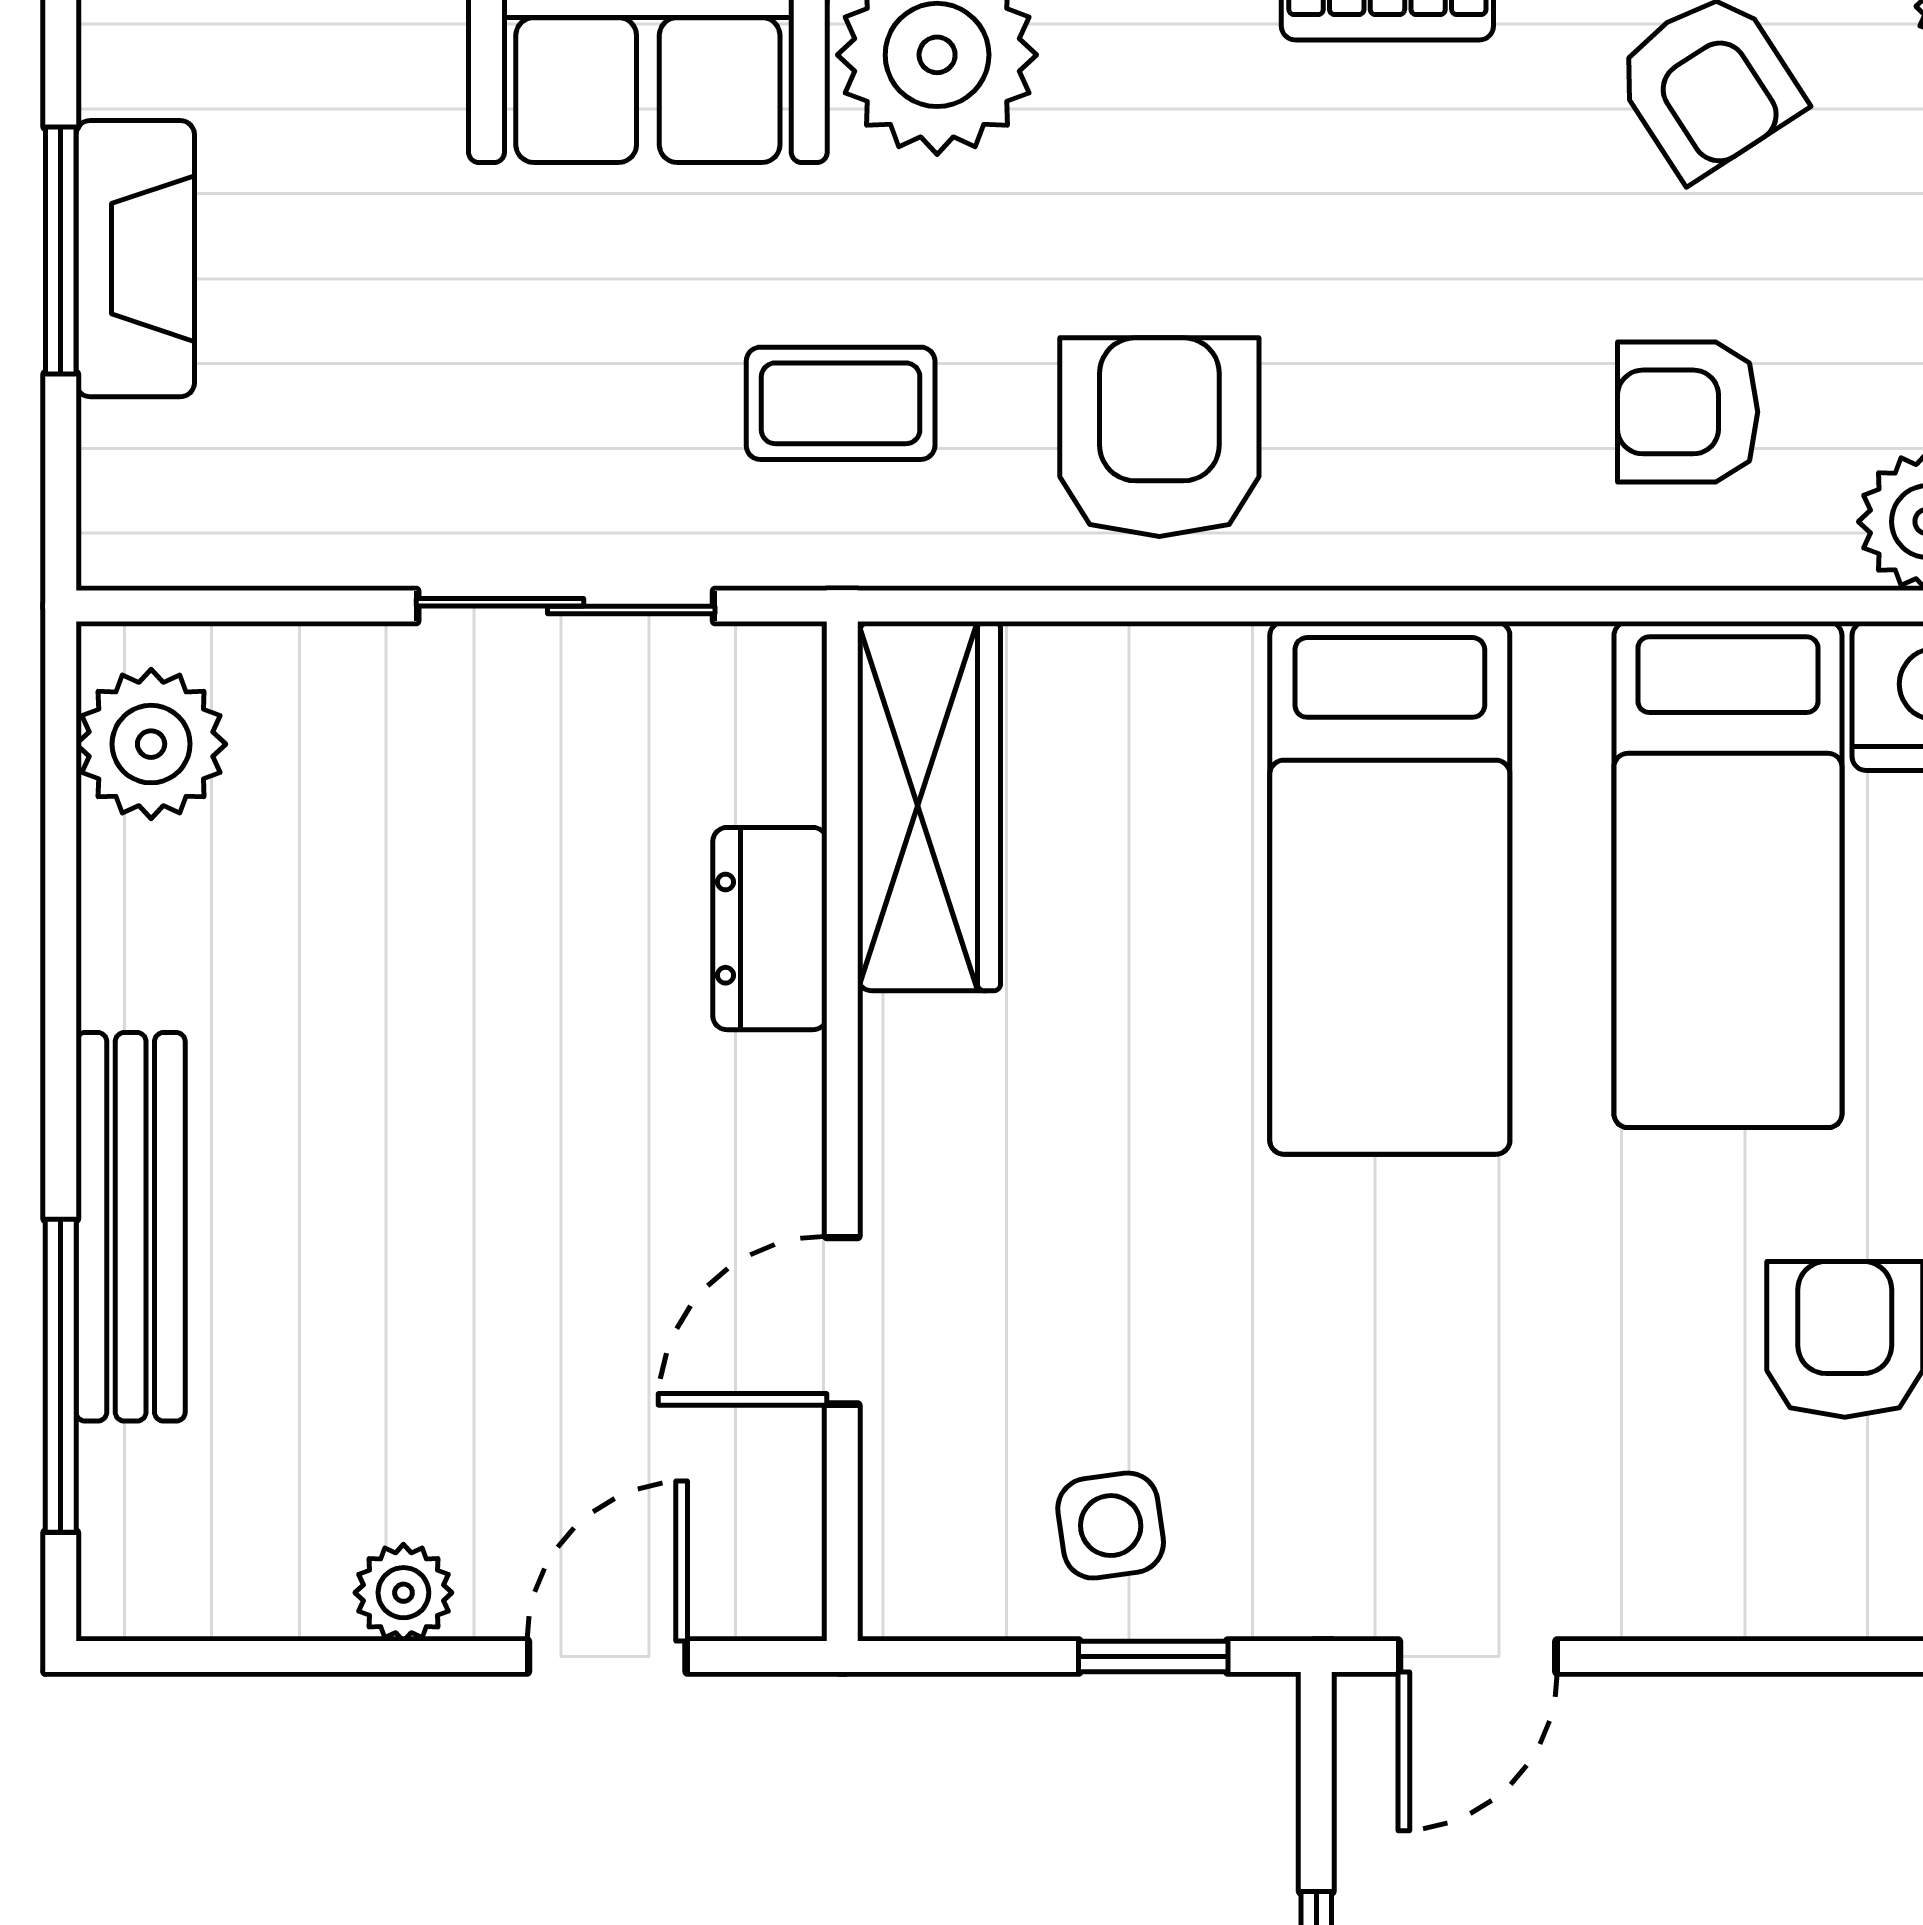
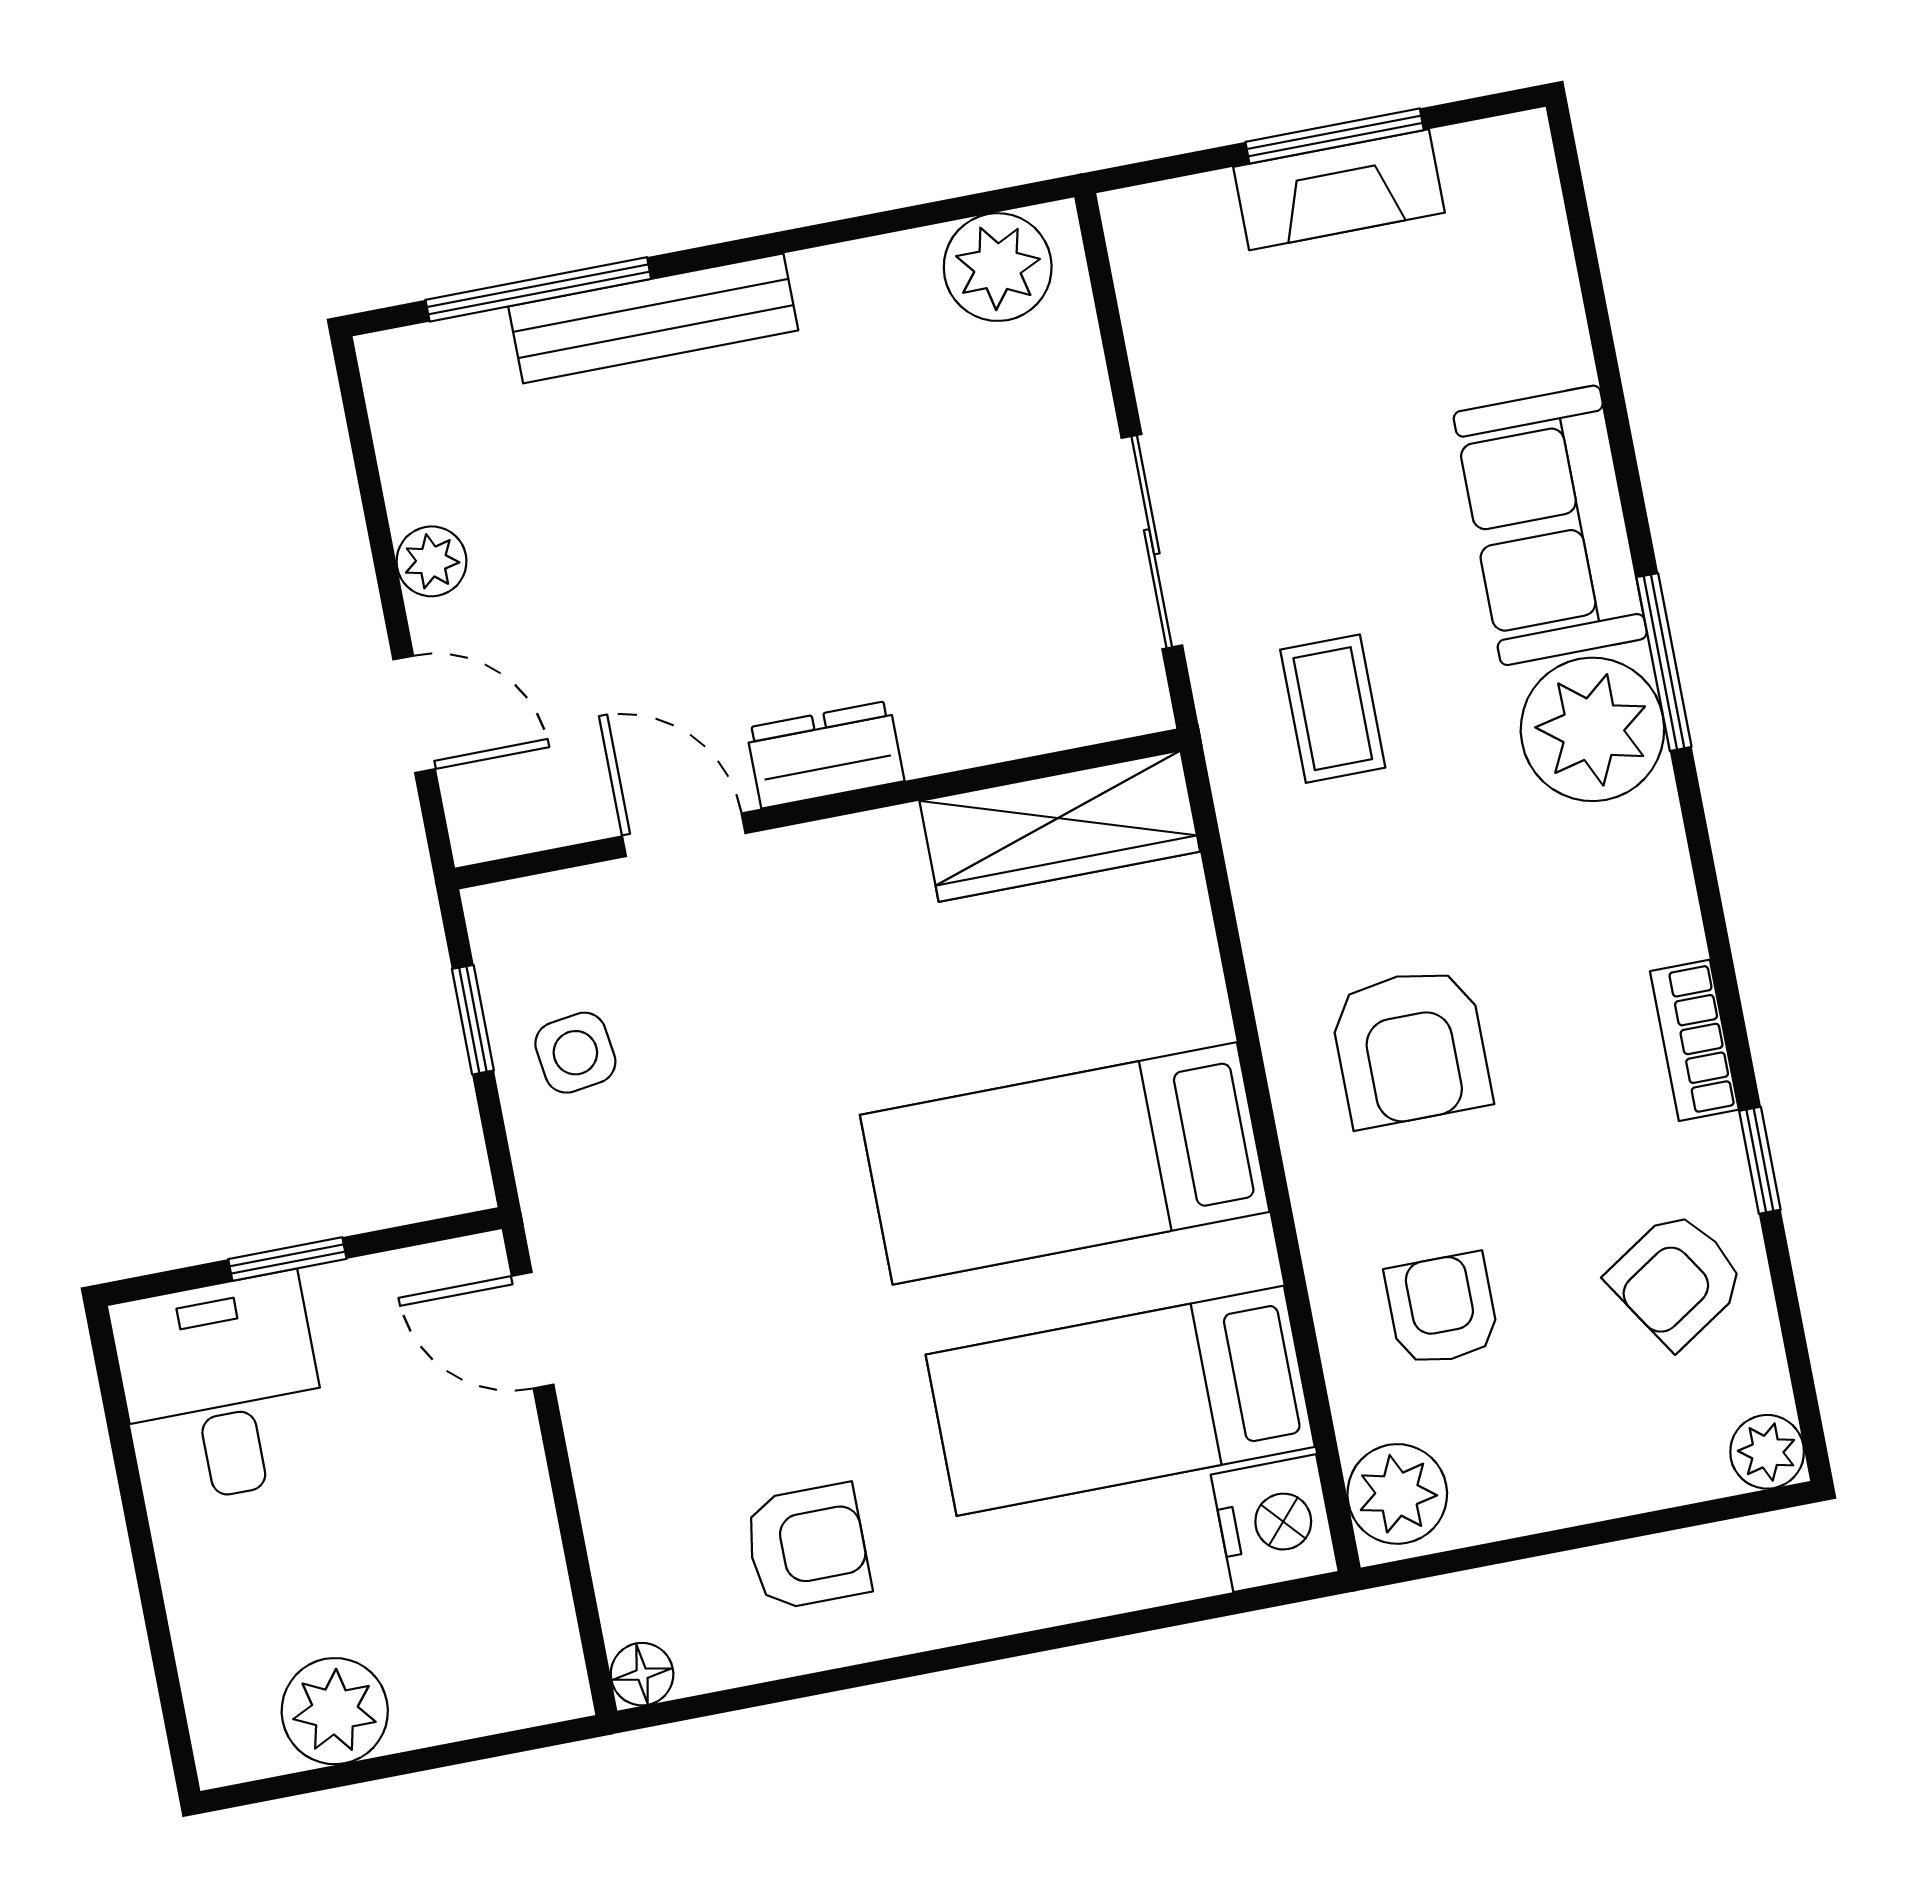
armchair: (1159, 437) -> (1410, 1047), moved, turned 90
dresser: (770, 929) -> (825, 755), moved
window: (1153, 1657) -> (473, 1020), moved

